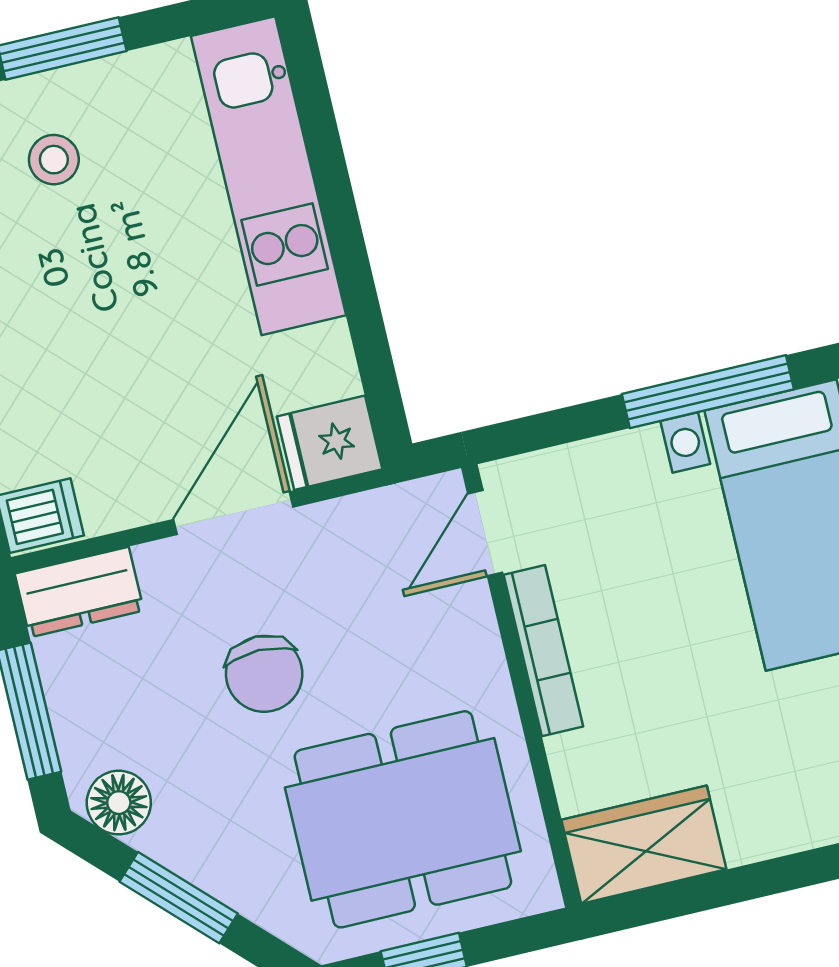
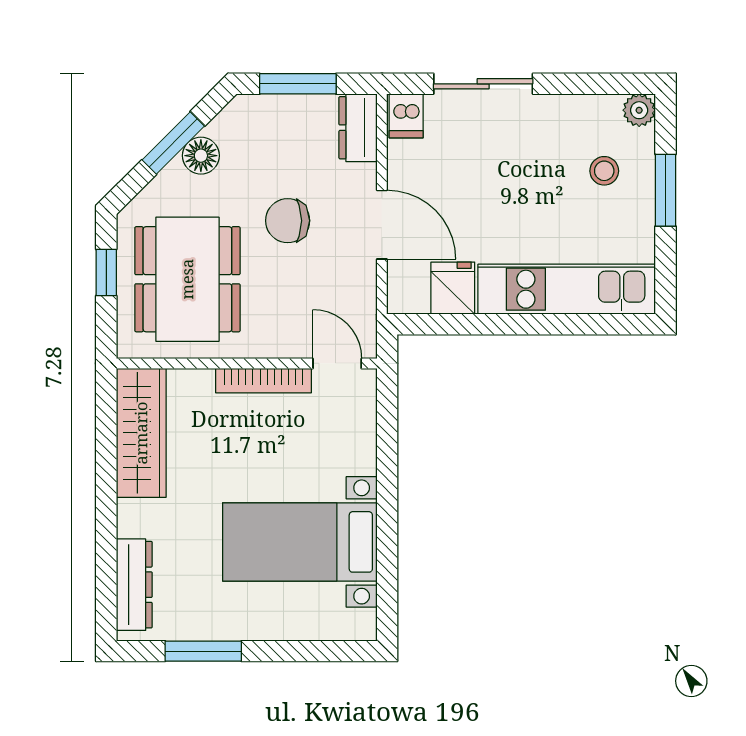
window: (708, 392) -> (387, 507), removed
fridge: (330, 443) -> (453, 288), moved
floor lamp: (119, 803) -> (201, 156), moved
wardrobe: (644, 845) -> (141, 433), width x1.50

